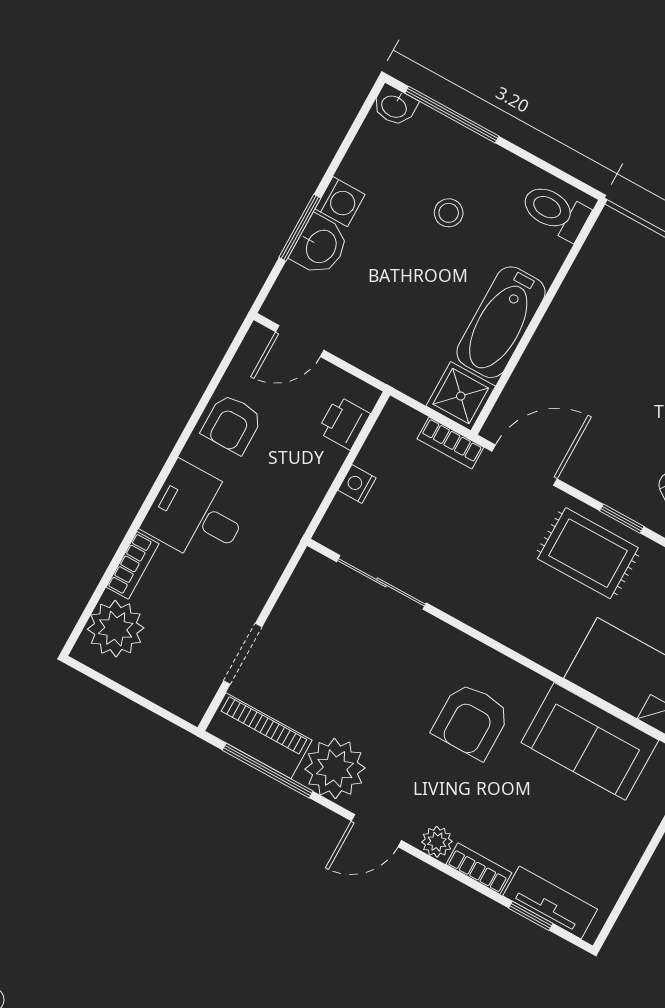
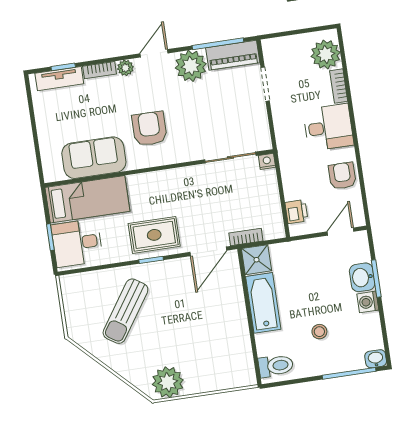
nightstand: (357, 484) -> (267, 161), moved, turned -90

